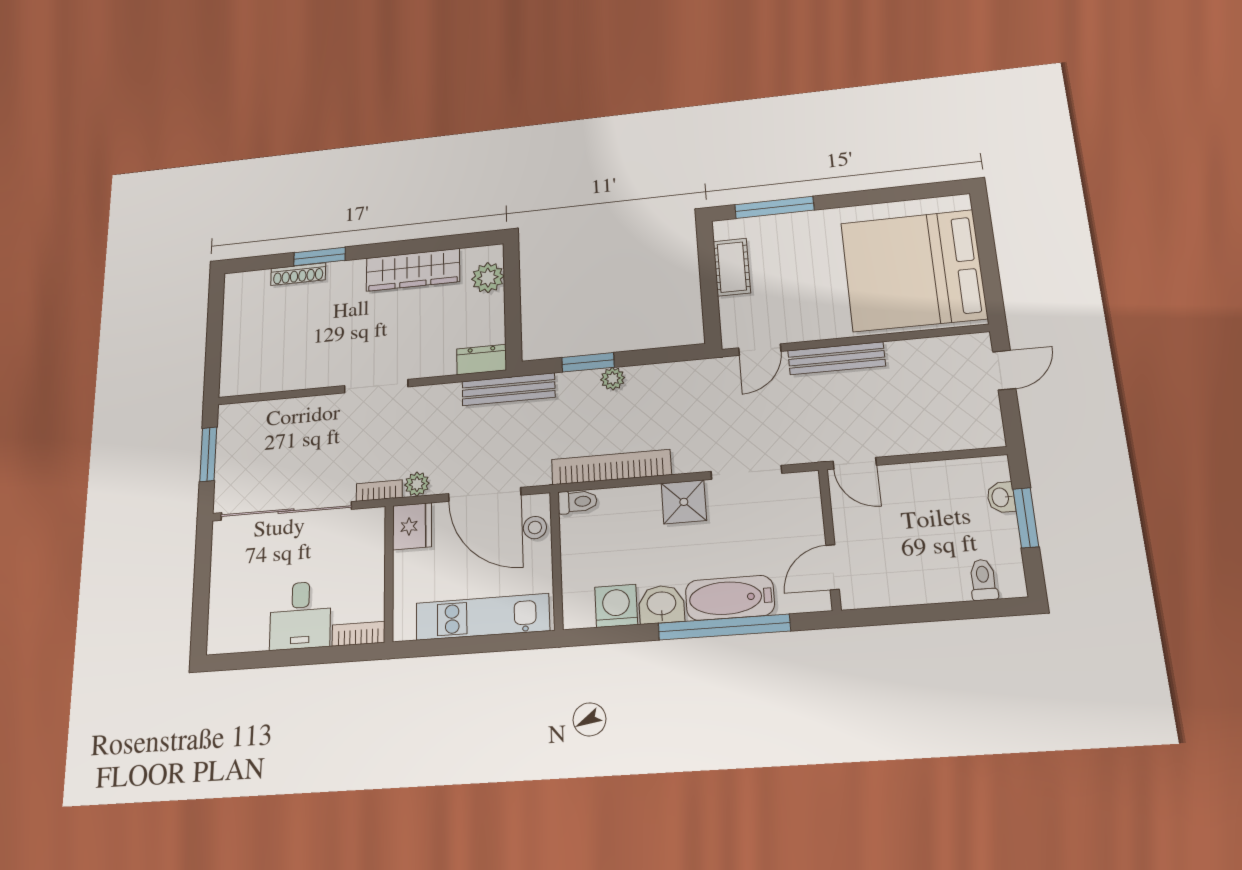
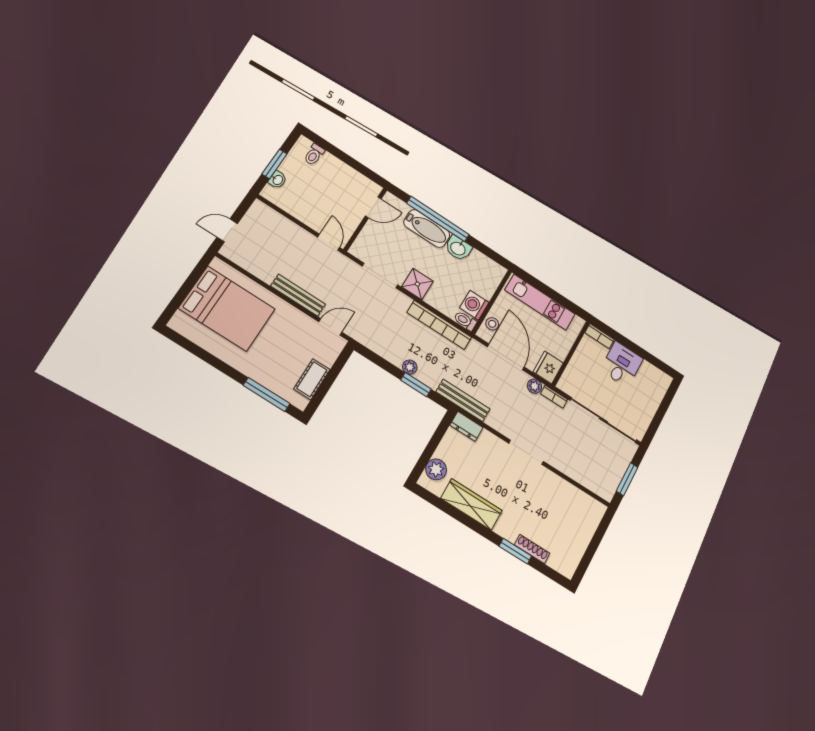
bed: (913, 270) -> (227, 309), width x0.73
washing machine: (616, 606) -> (474, 305), moved, turned 90

